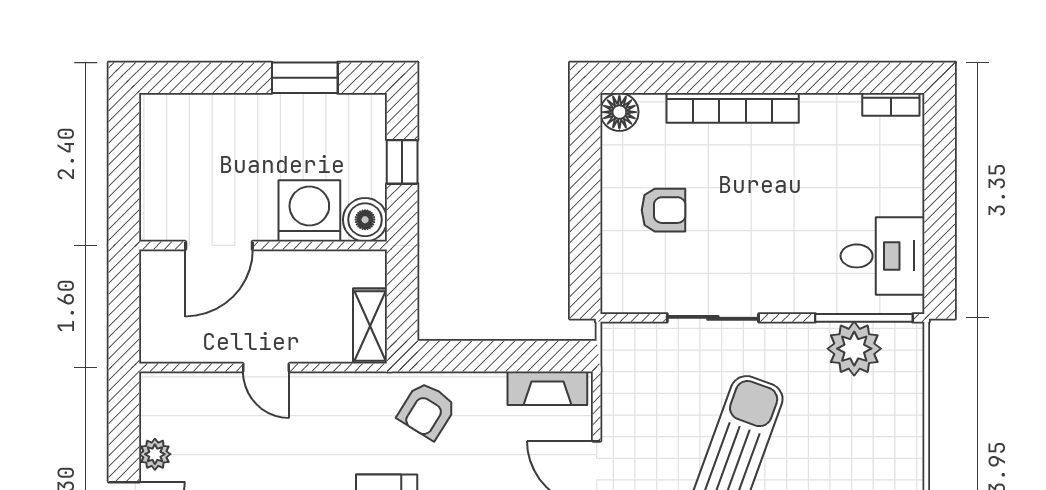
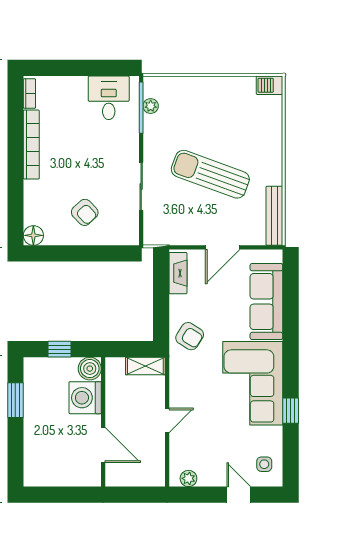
bookcase: (733, 108) -> (31, 145), moved
armchair: (664, 210) -> (85, 212), turned 137
plant: (854, 349) -> (151, 106), width x0.53, depth x0.53
plant: (155, 454) -> (188, 478), moved

